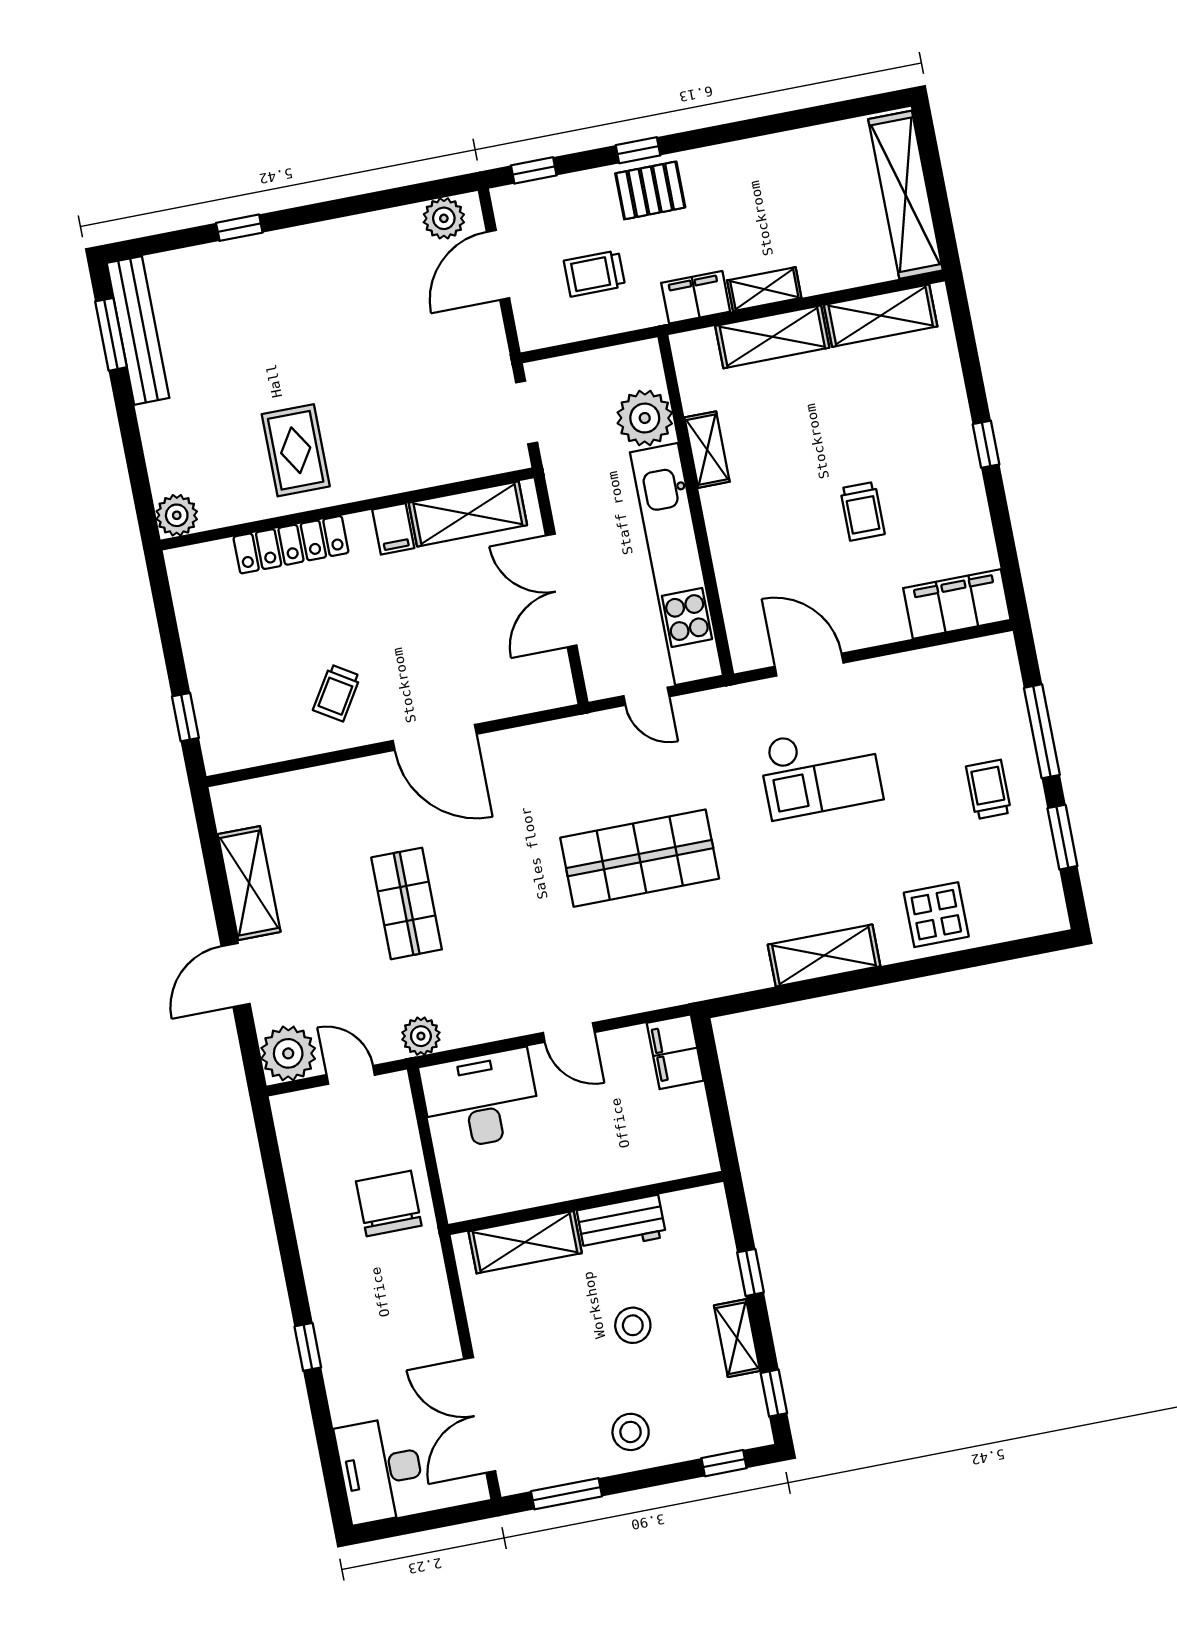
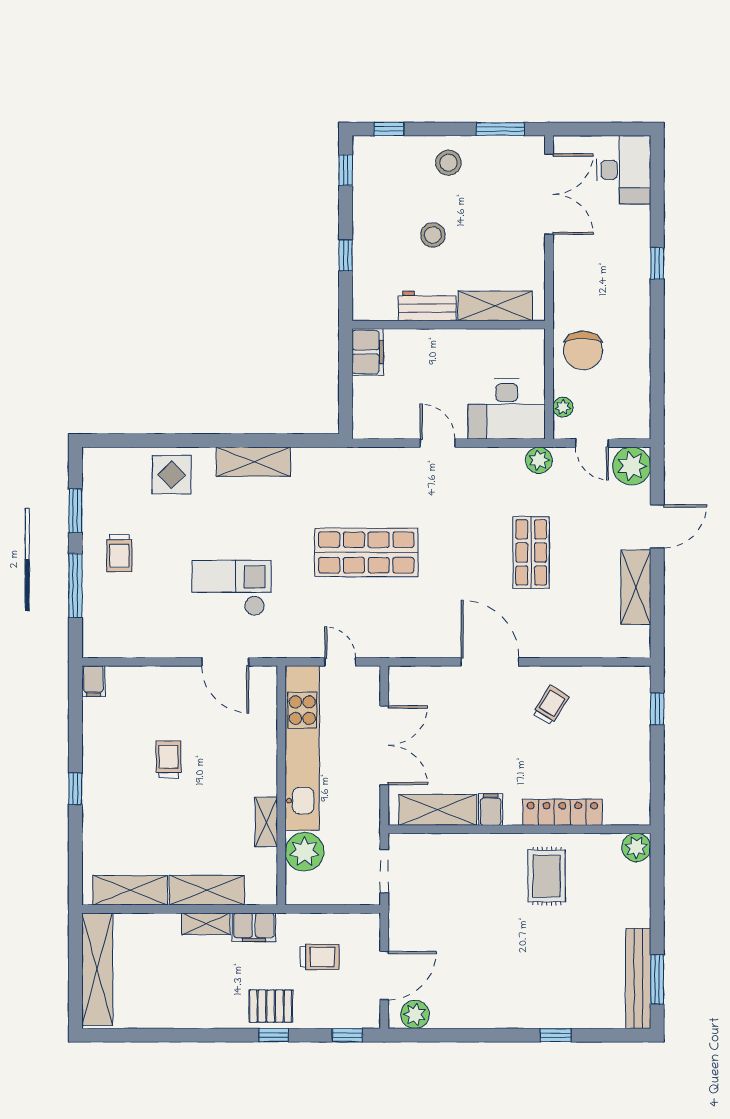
filing cabinet: (957, 604) -> (93, 681), width x0.33, depth x0.86
filing cabinet: (675, 1052) -> (368, 352), moved
plant: (401, 1118) -> (563, 407), added
shelving: (737, 1338) -> (364, 212), removed

